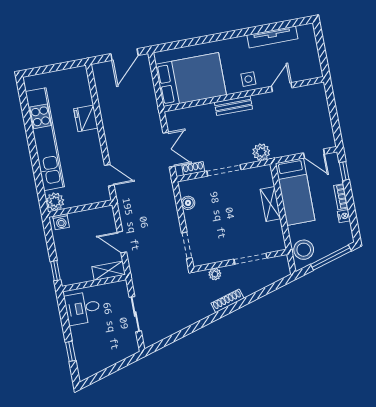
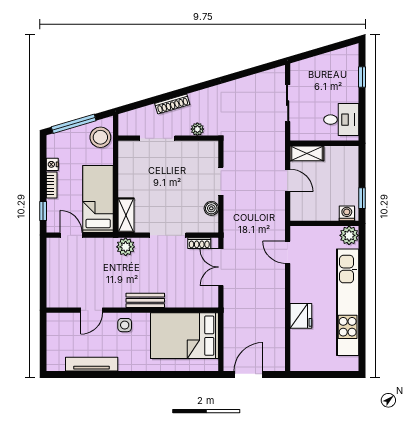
shelving: (270, 204) -> (126, 215), moved
doorway: (187, 245) -> (221, 181), moved
window: (56, 271) -> (362, 198), moved
shoe rack: (228, 301) -> (172, 104), moved

